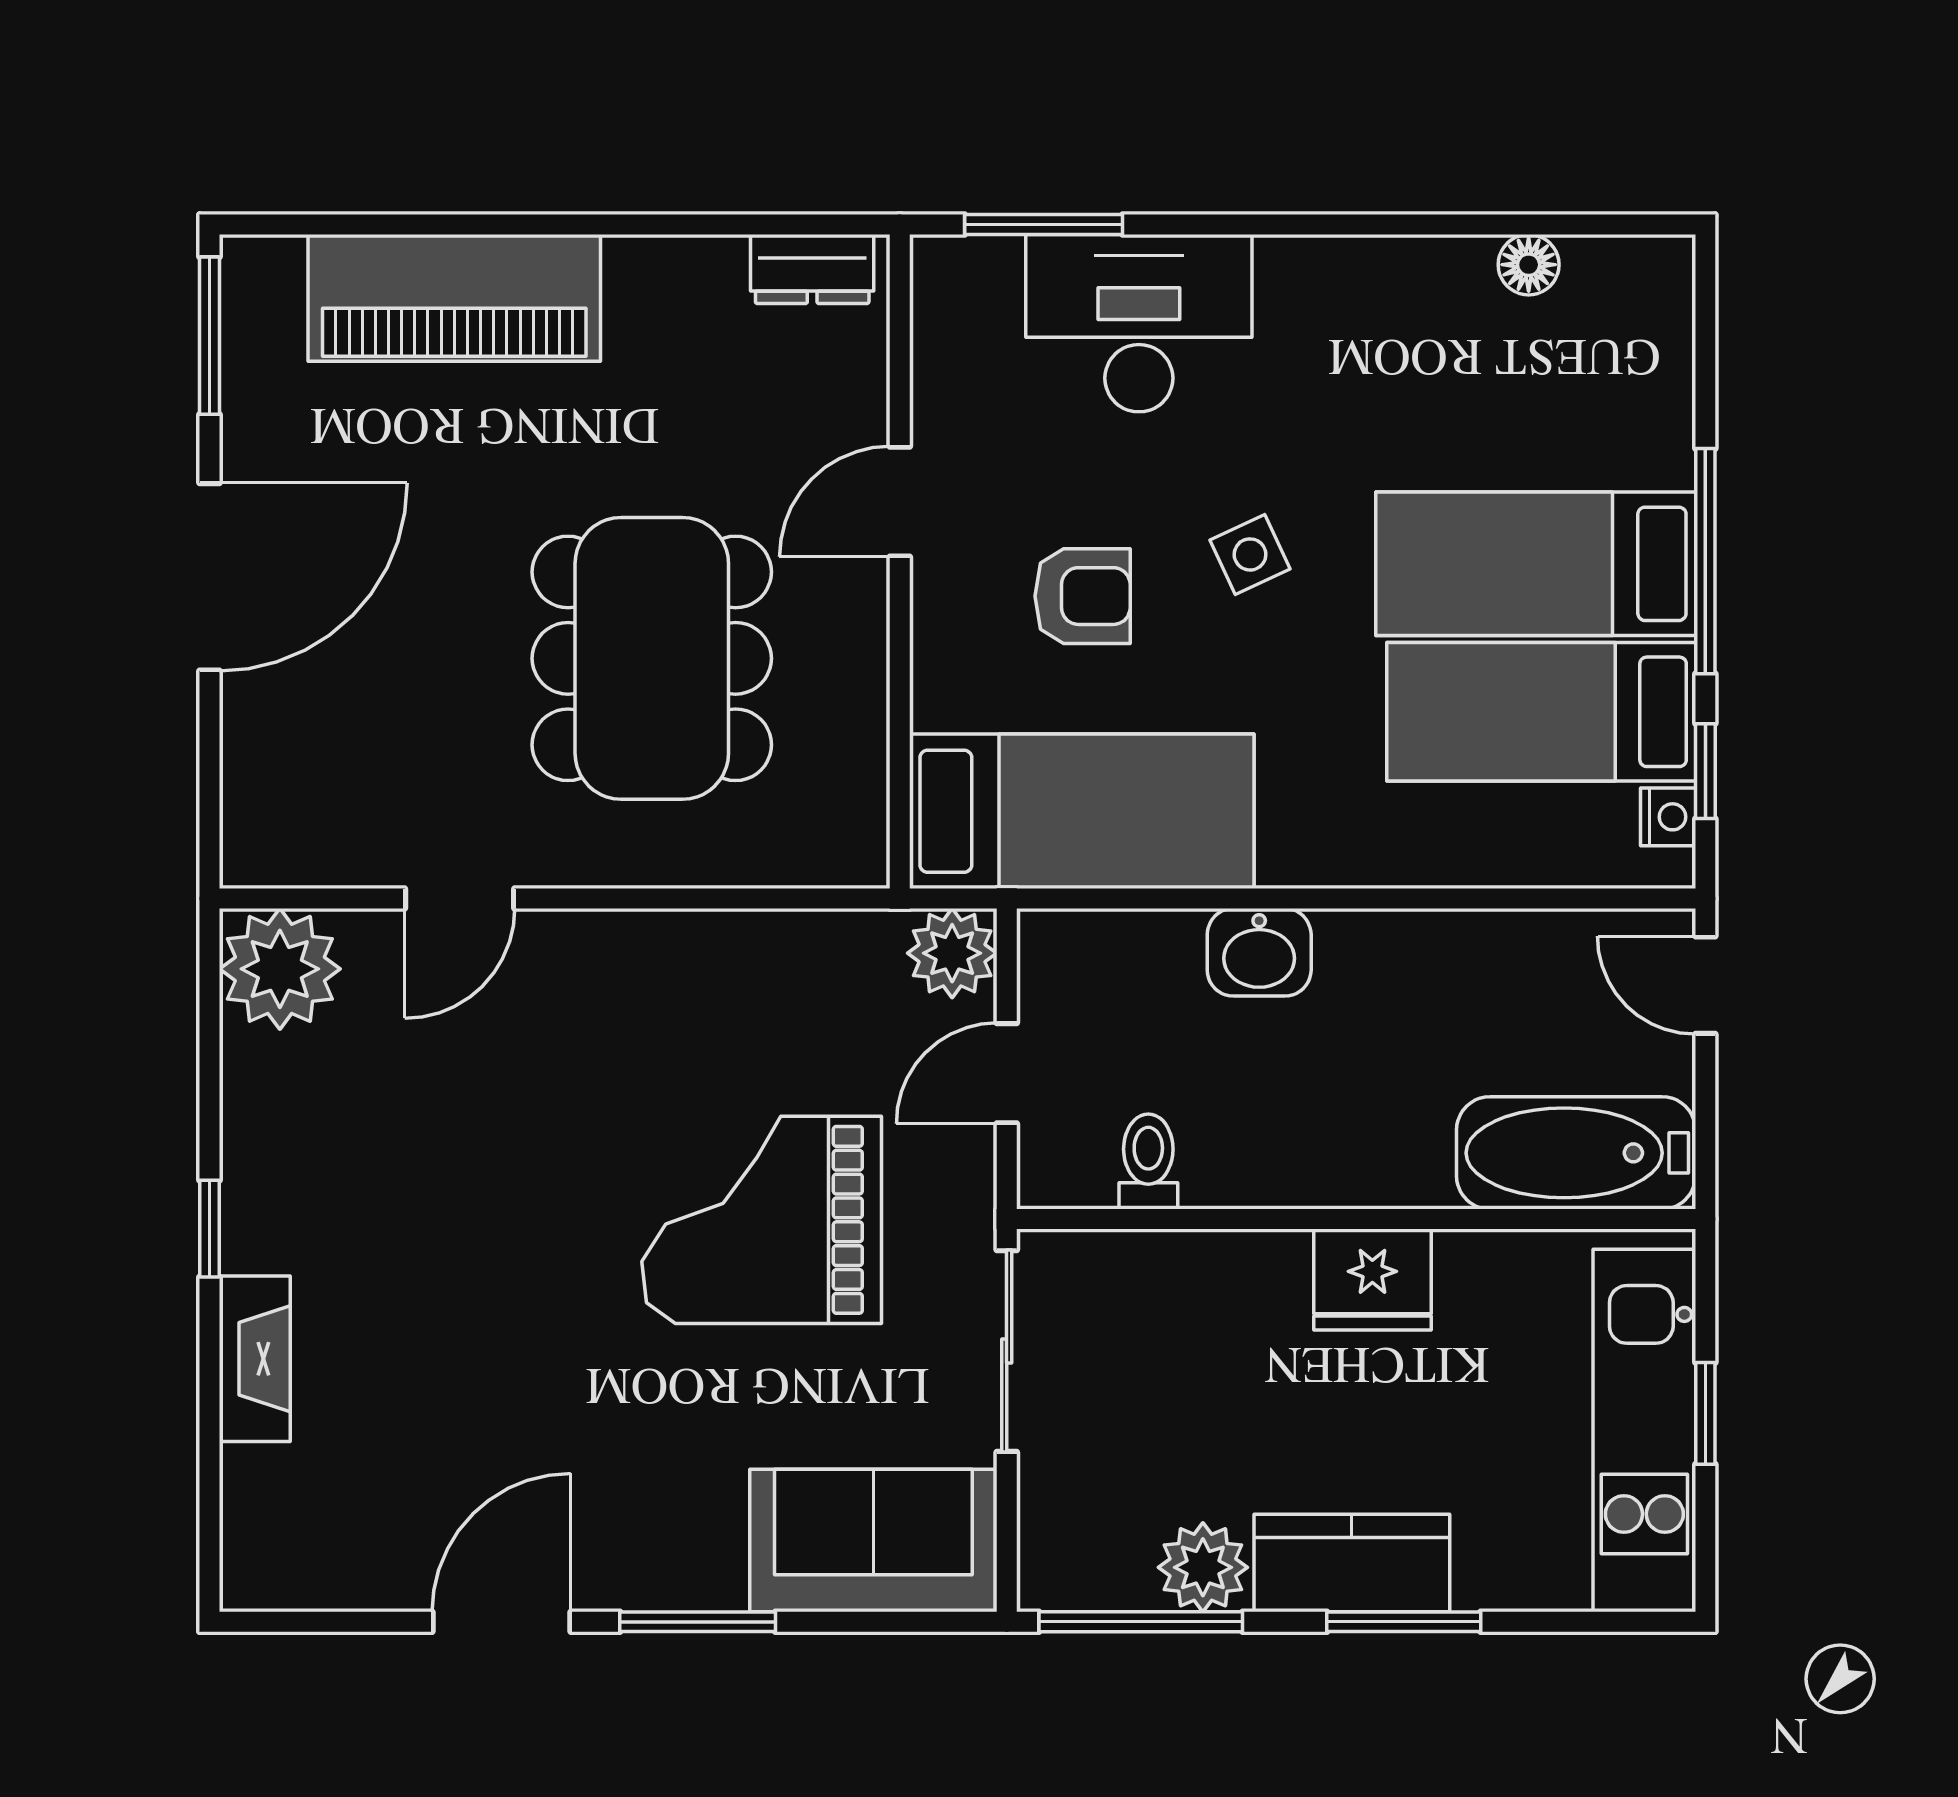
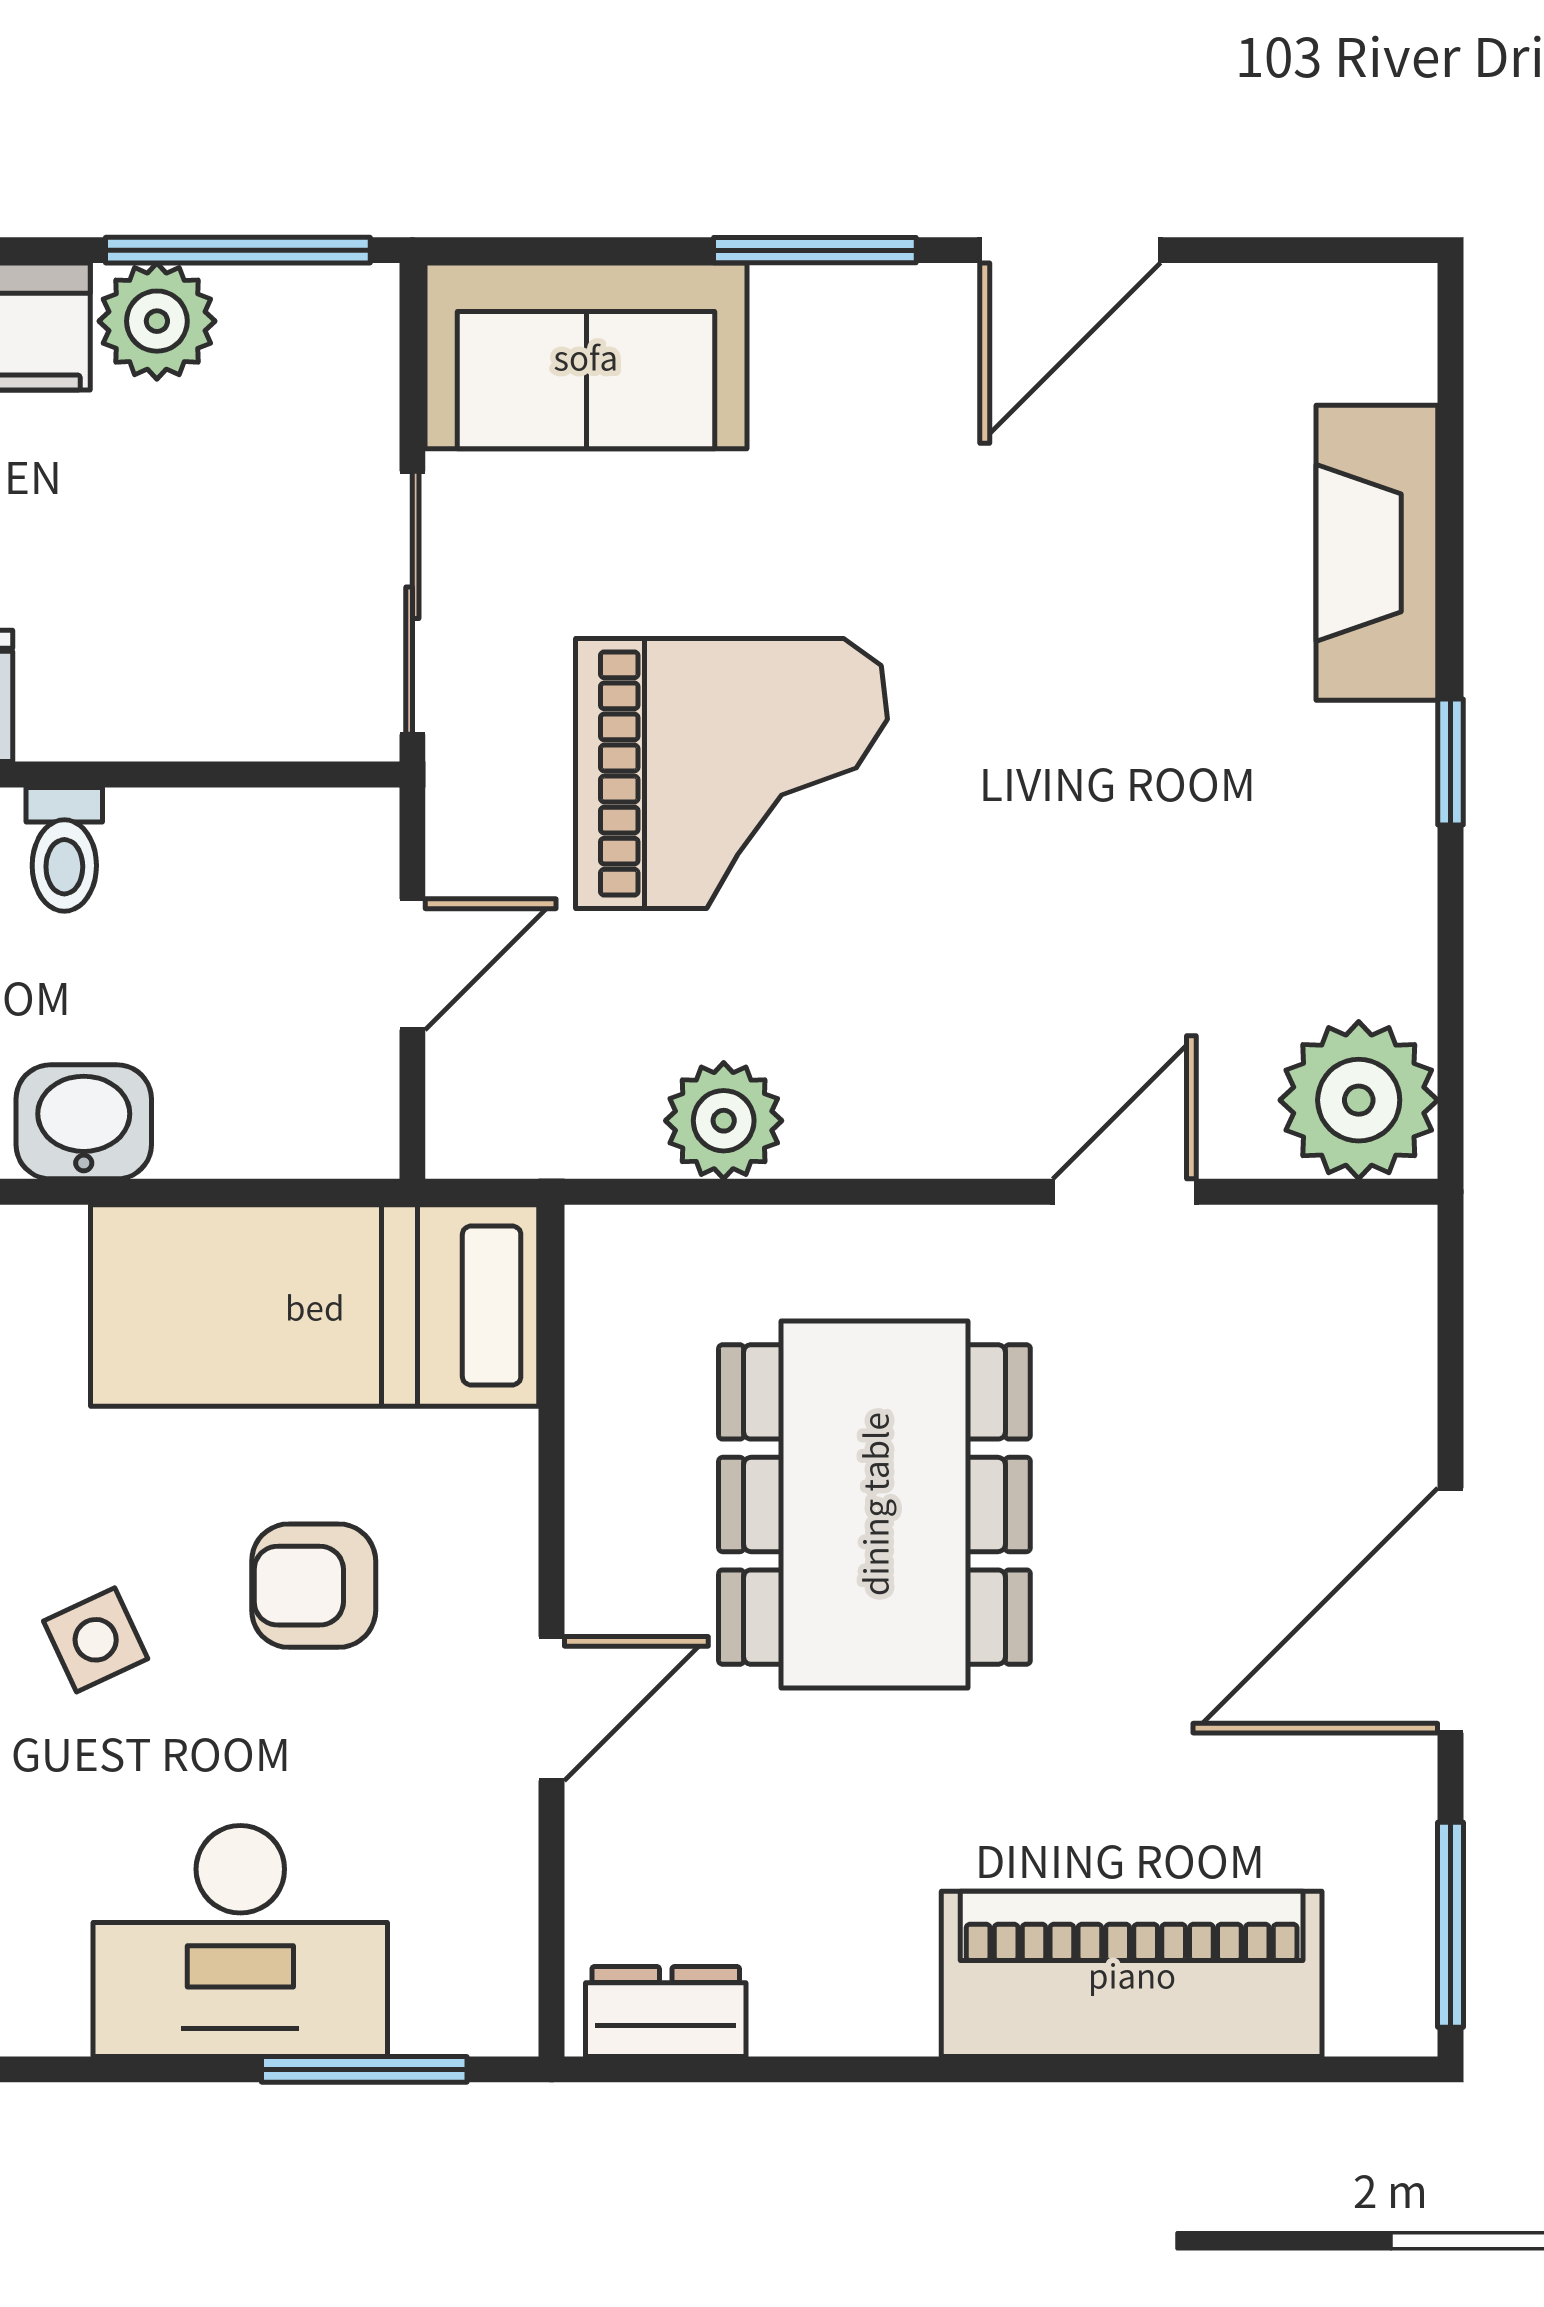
plant: (952, 953) -> (724, 1121), moved
toilet: (1148, 1162) -> (64, 849), moved
fireplace: (255, 1359) -> (1377, 553), width x1.37, depth x1.32

